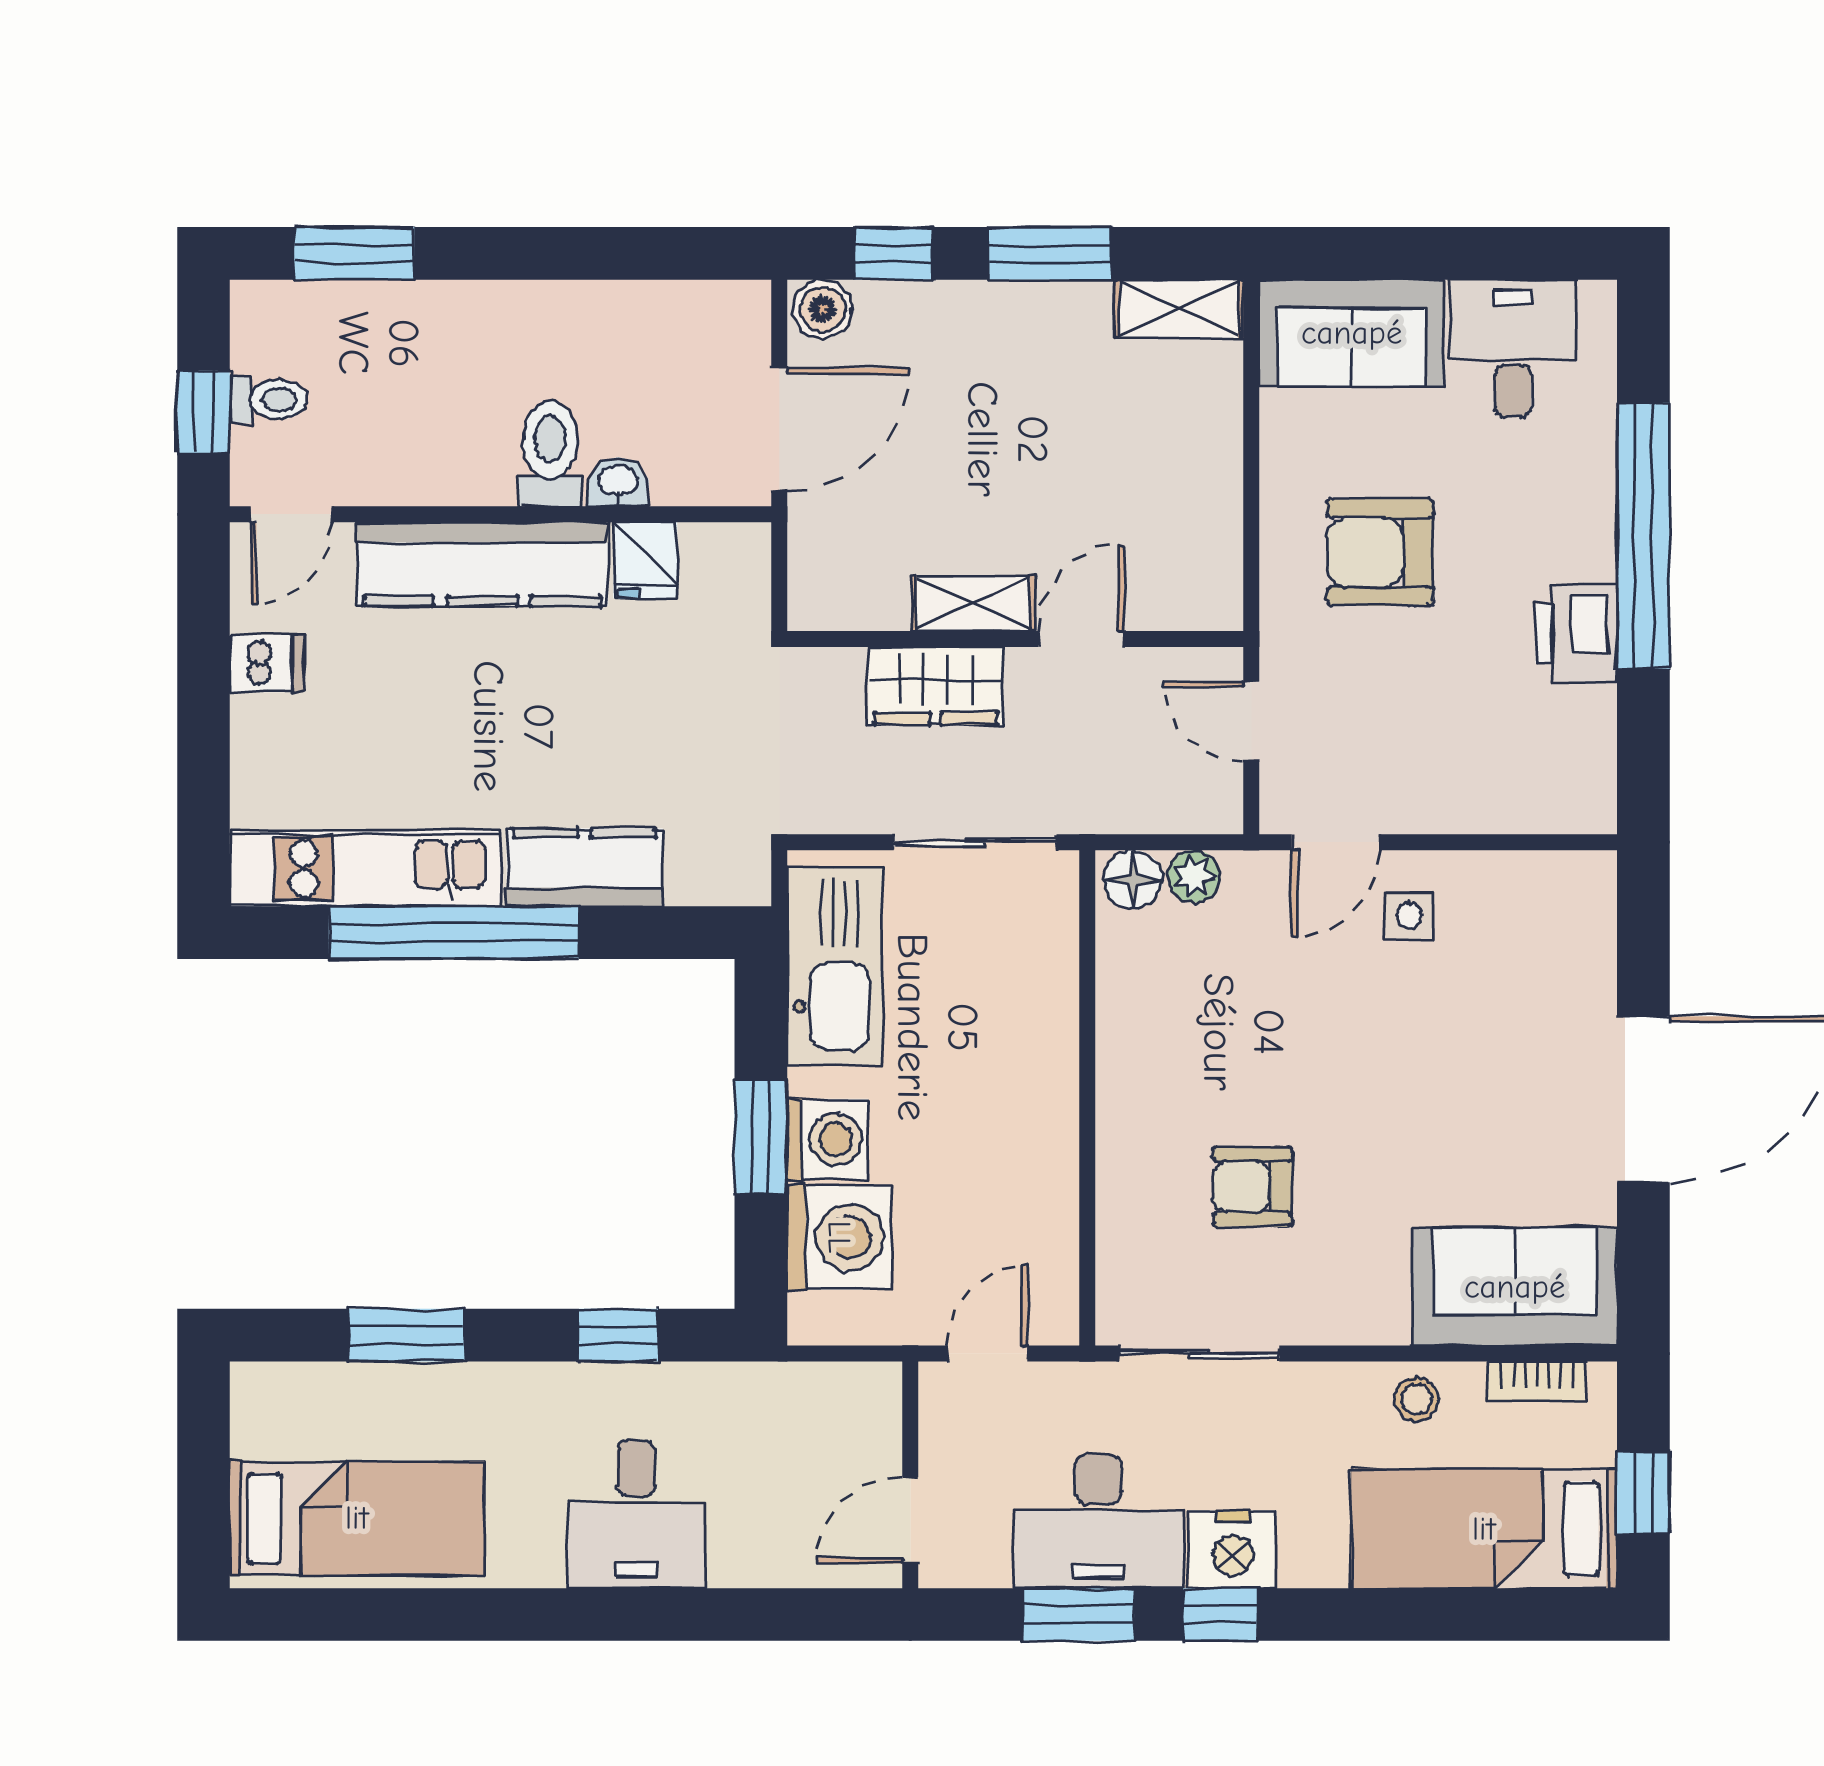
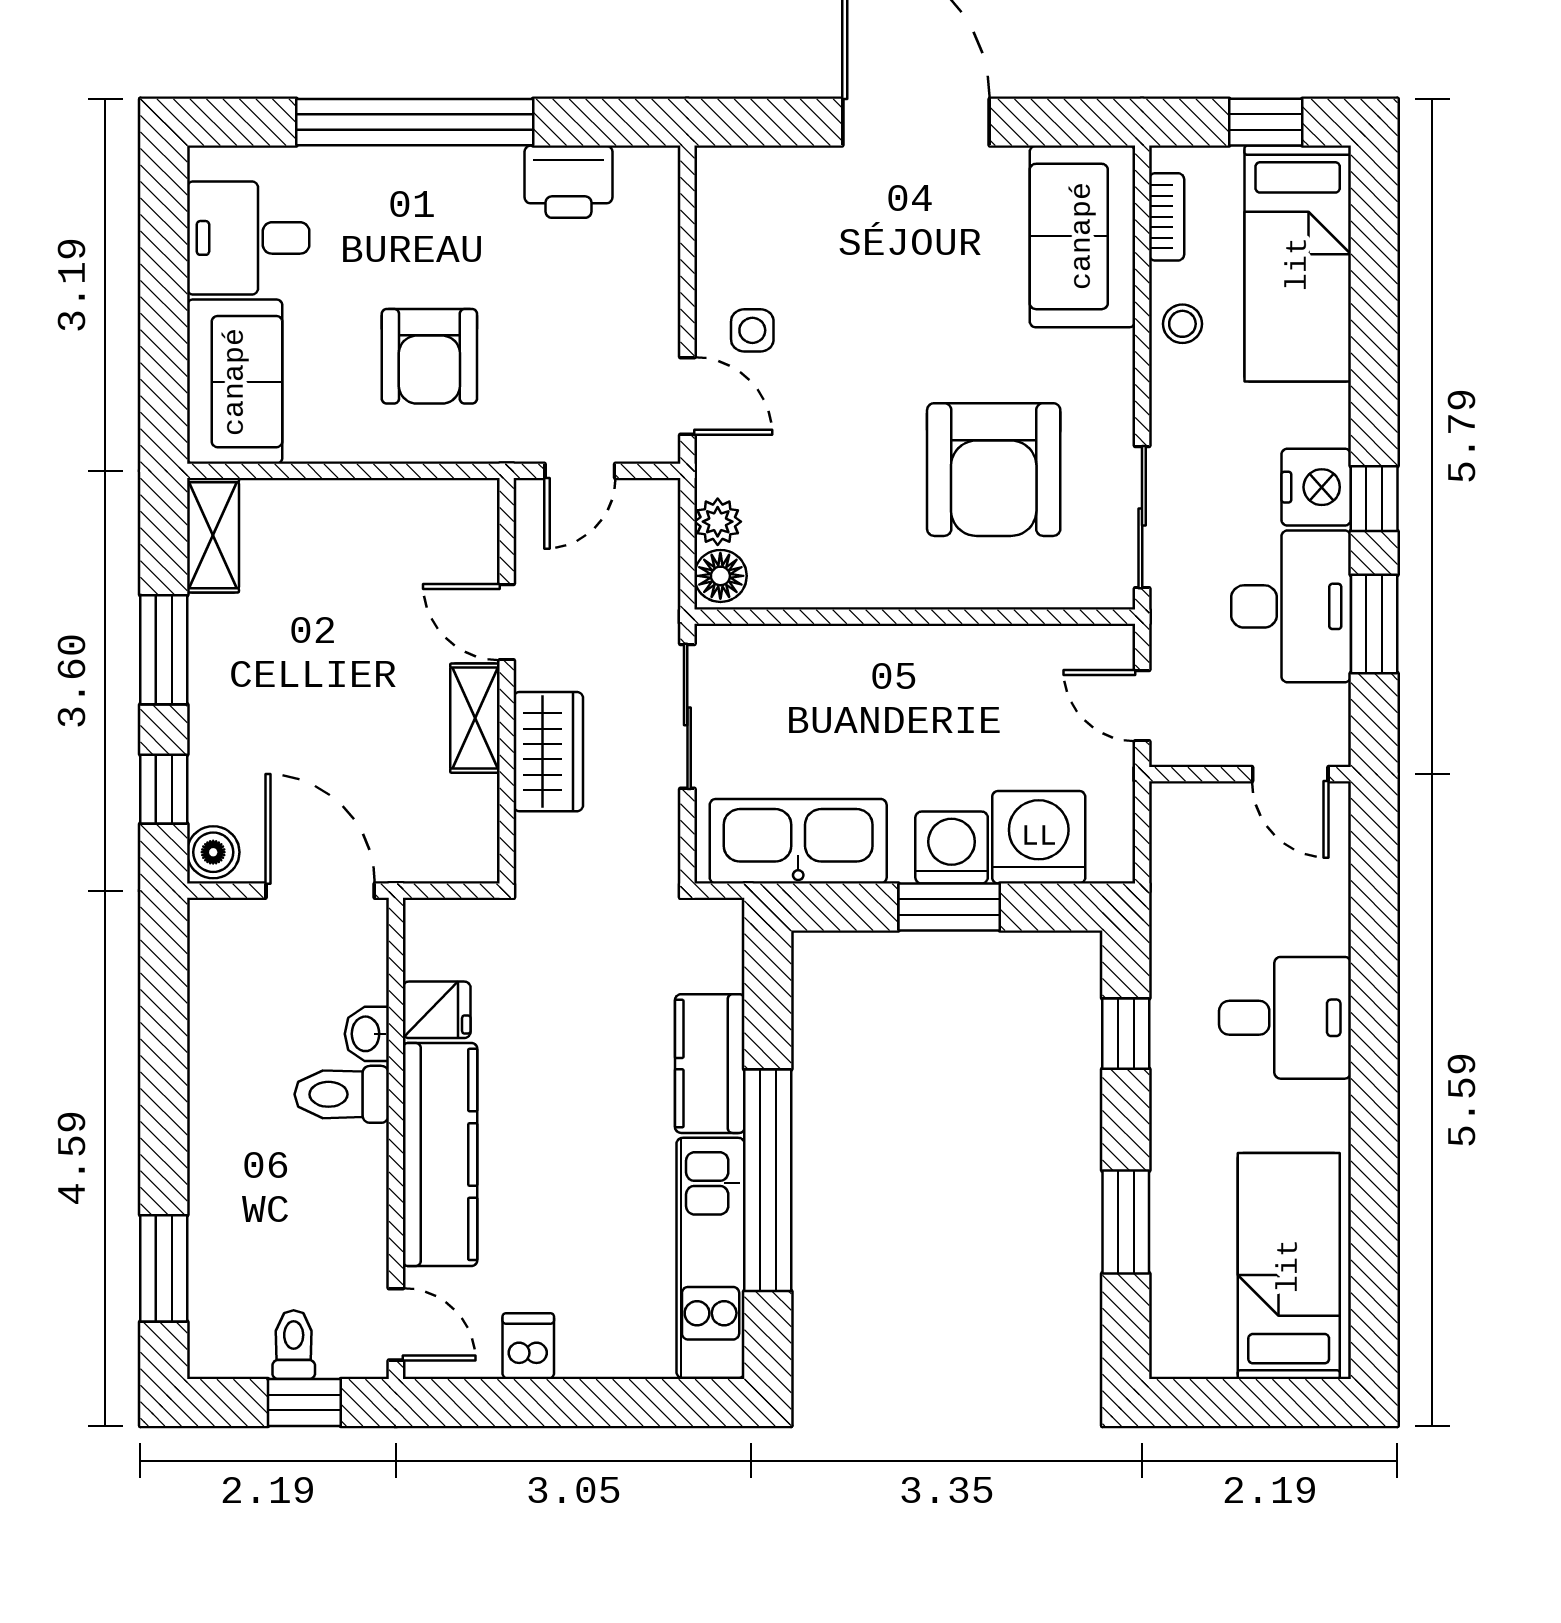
printer: (1576, 634) -> (568, 182), moved
armchair: (1253, 1187) -> (994, 470), width x1.88, depth x1.88

